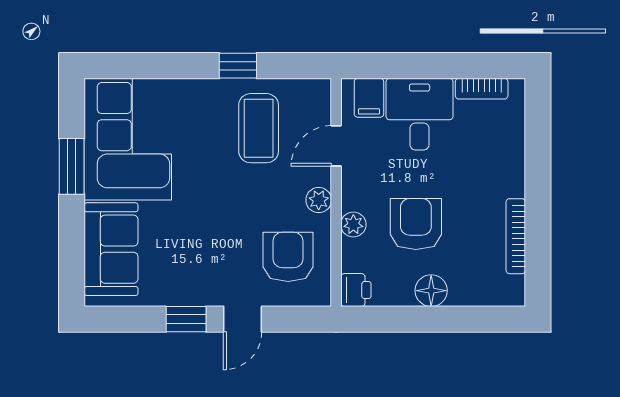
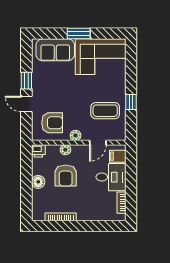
door: (336, 146) -> (98, 143), swing flipped
window: (72, 166) -> (79, 34), moved
armchair: (416, 224) -> (66, 176), turned 90

